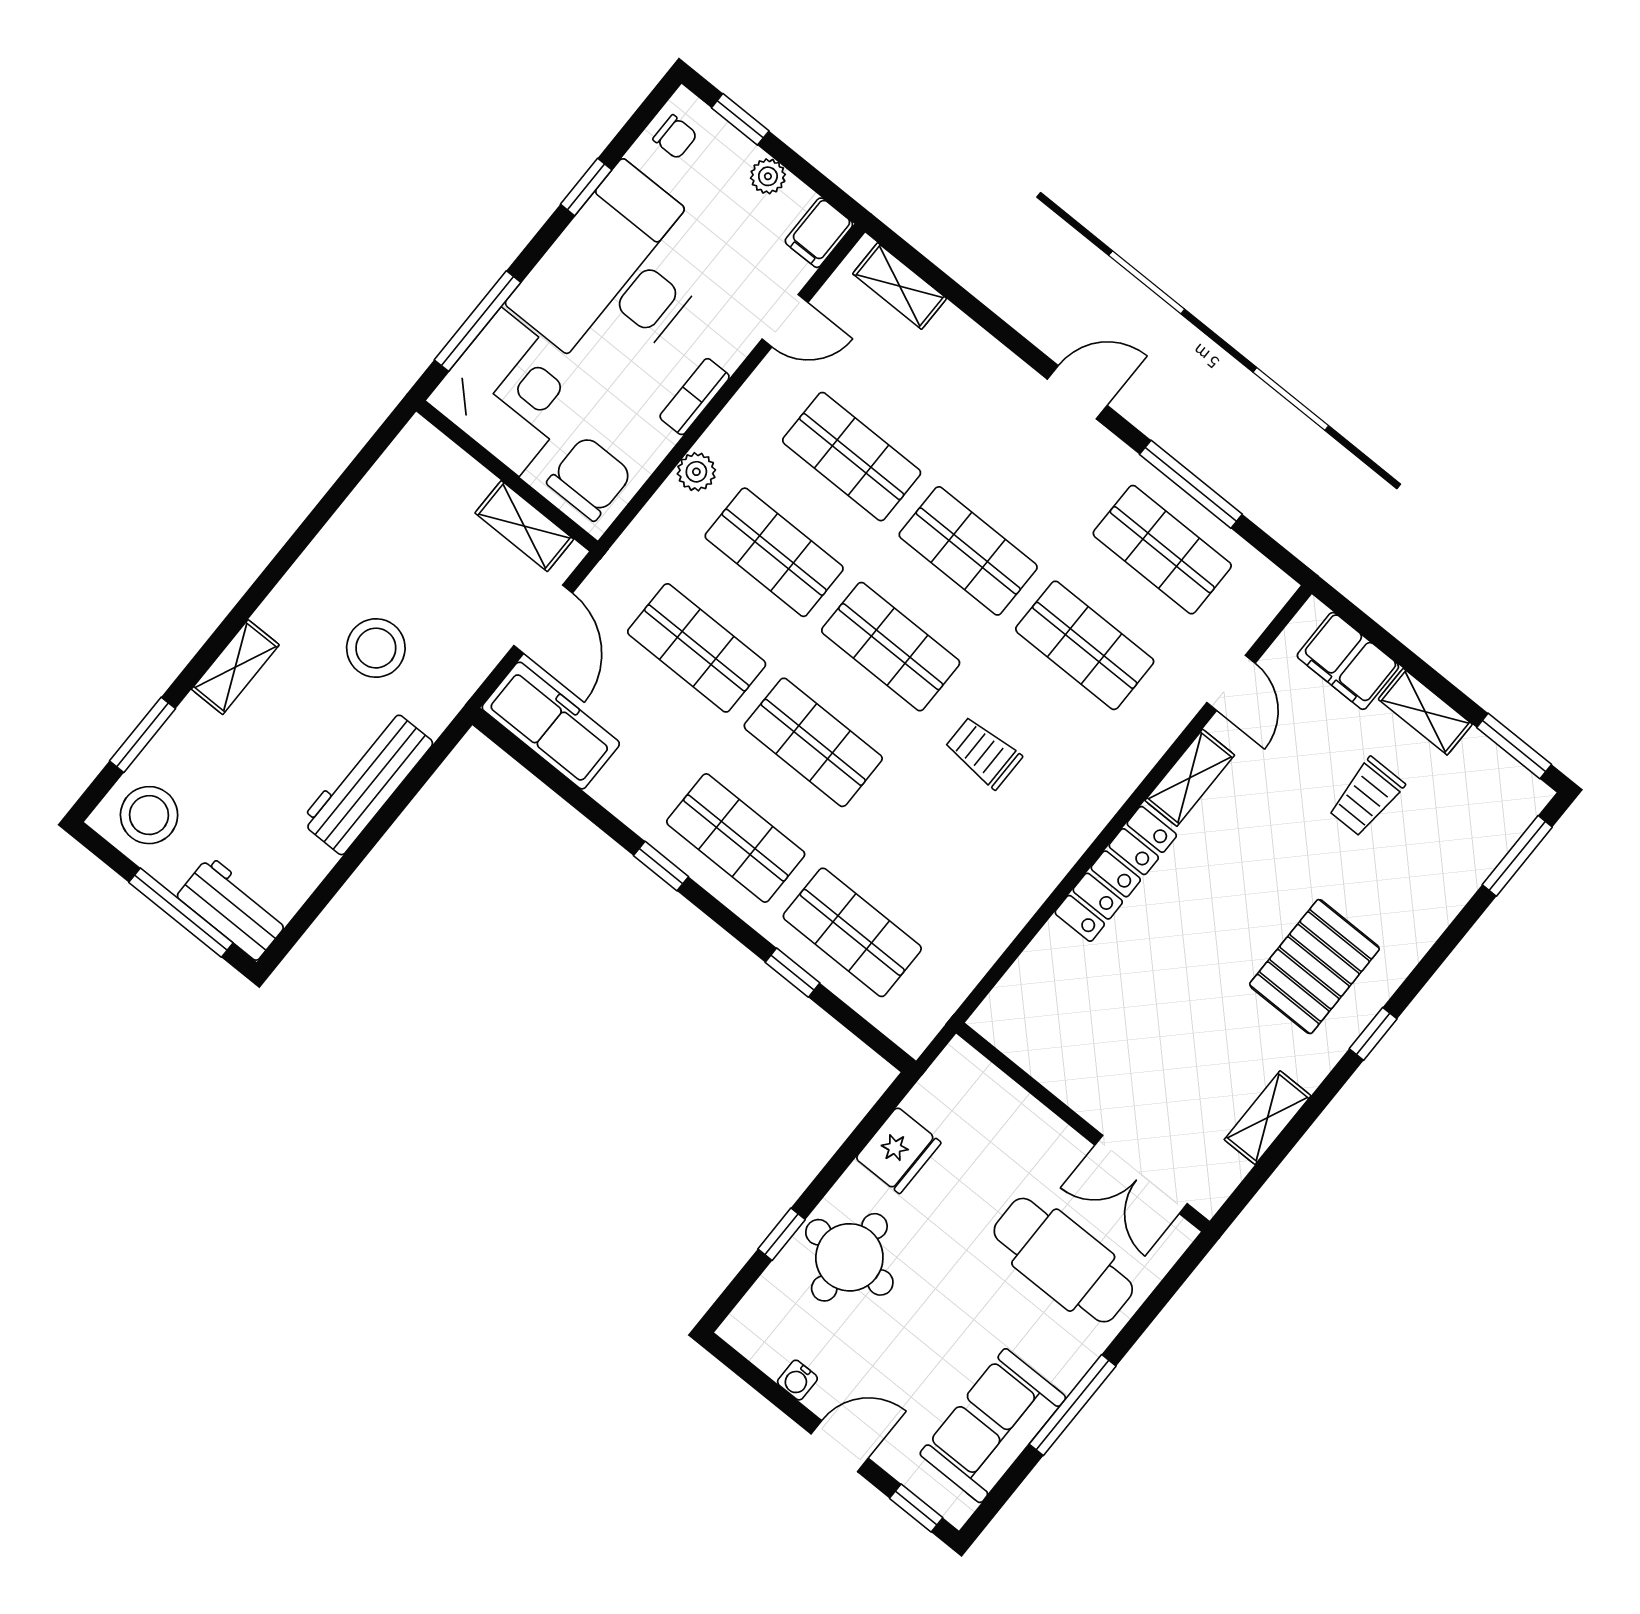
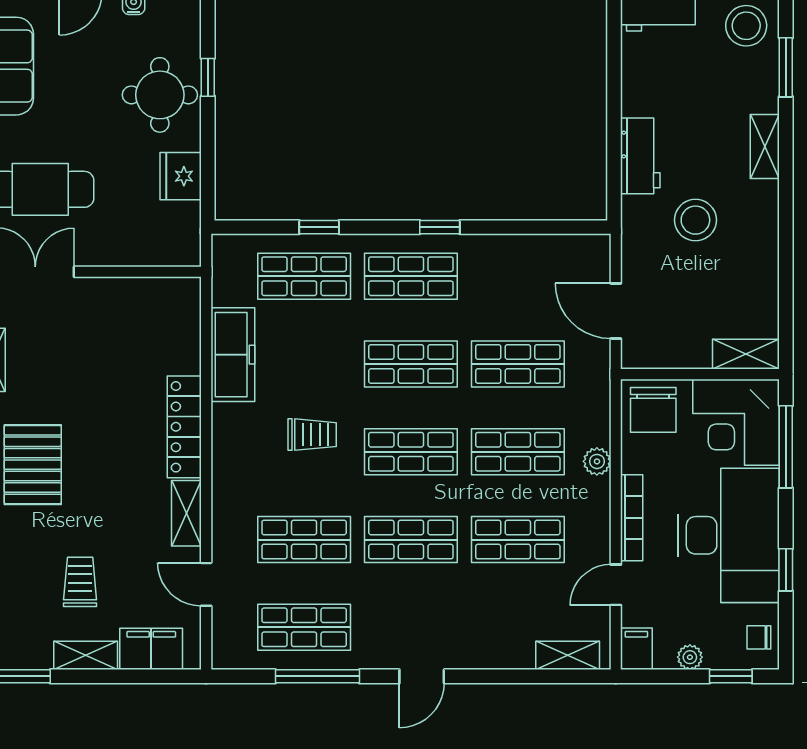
bookcase: (695, 397) -> (632, 518), width x1.56
shelving: (524, 526) -> (746, 354), moved
freezer: (551, 726) -> (233, 355), moved, turned -90
workbench: (367, 782) -> (640, 156), width x0.73

